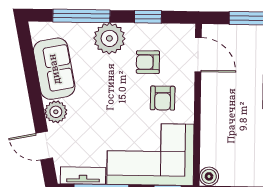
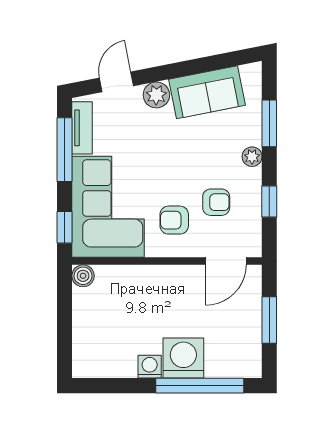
window: (81, 16) -> (269, 123), width x0.69
plant: (109, 38) -> (252, 157), width x0.53, depth x0.53
armchair: (148, 62) -> (216, 202), turned 90

